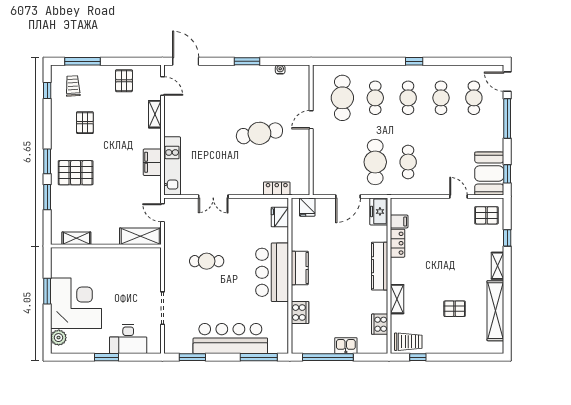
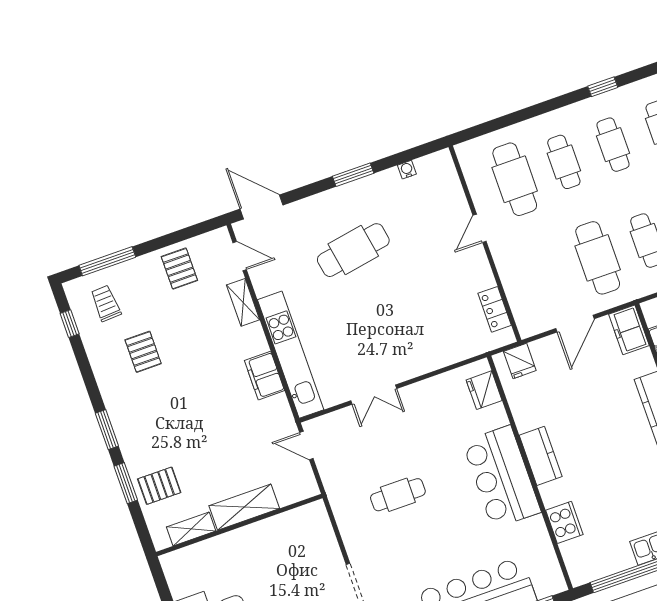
cafe table: (259, 133) -> (353, 250), moved
kitchen unit: (172, 166) -> (291, 355), width x1.36
pallet: (76, 173) -> (159, 486), moved, width x0.67, depth x0.71
locker: (277, 188) -> (495, 309), moved, turned -90
shelving: (140, 236) -> (244, 507), moved

